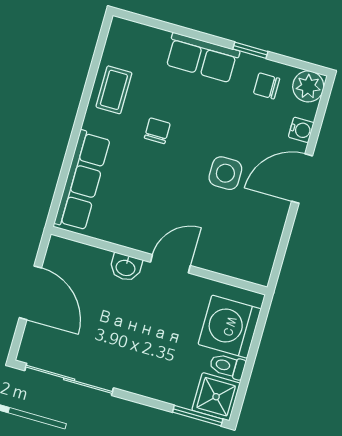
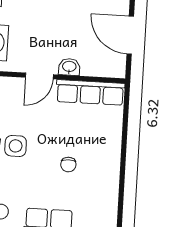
coffee table: (114, 90) -> (104, 186), removed
row of seats: (82, 181) -> (90, 92), moved, turned -90

